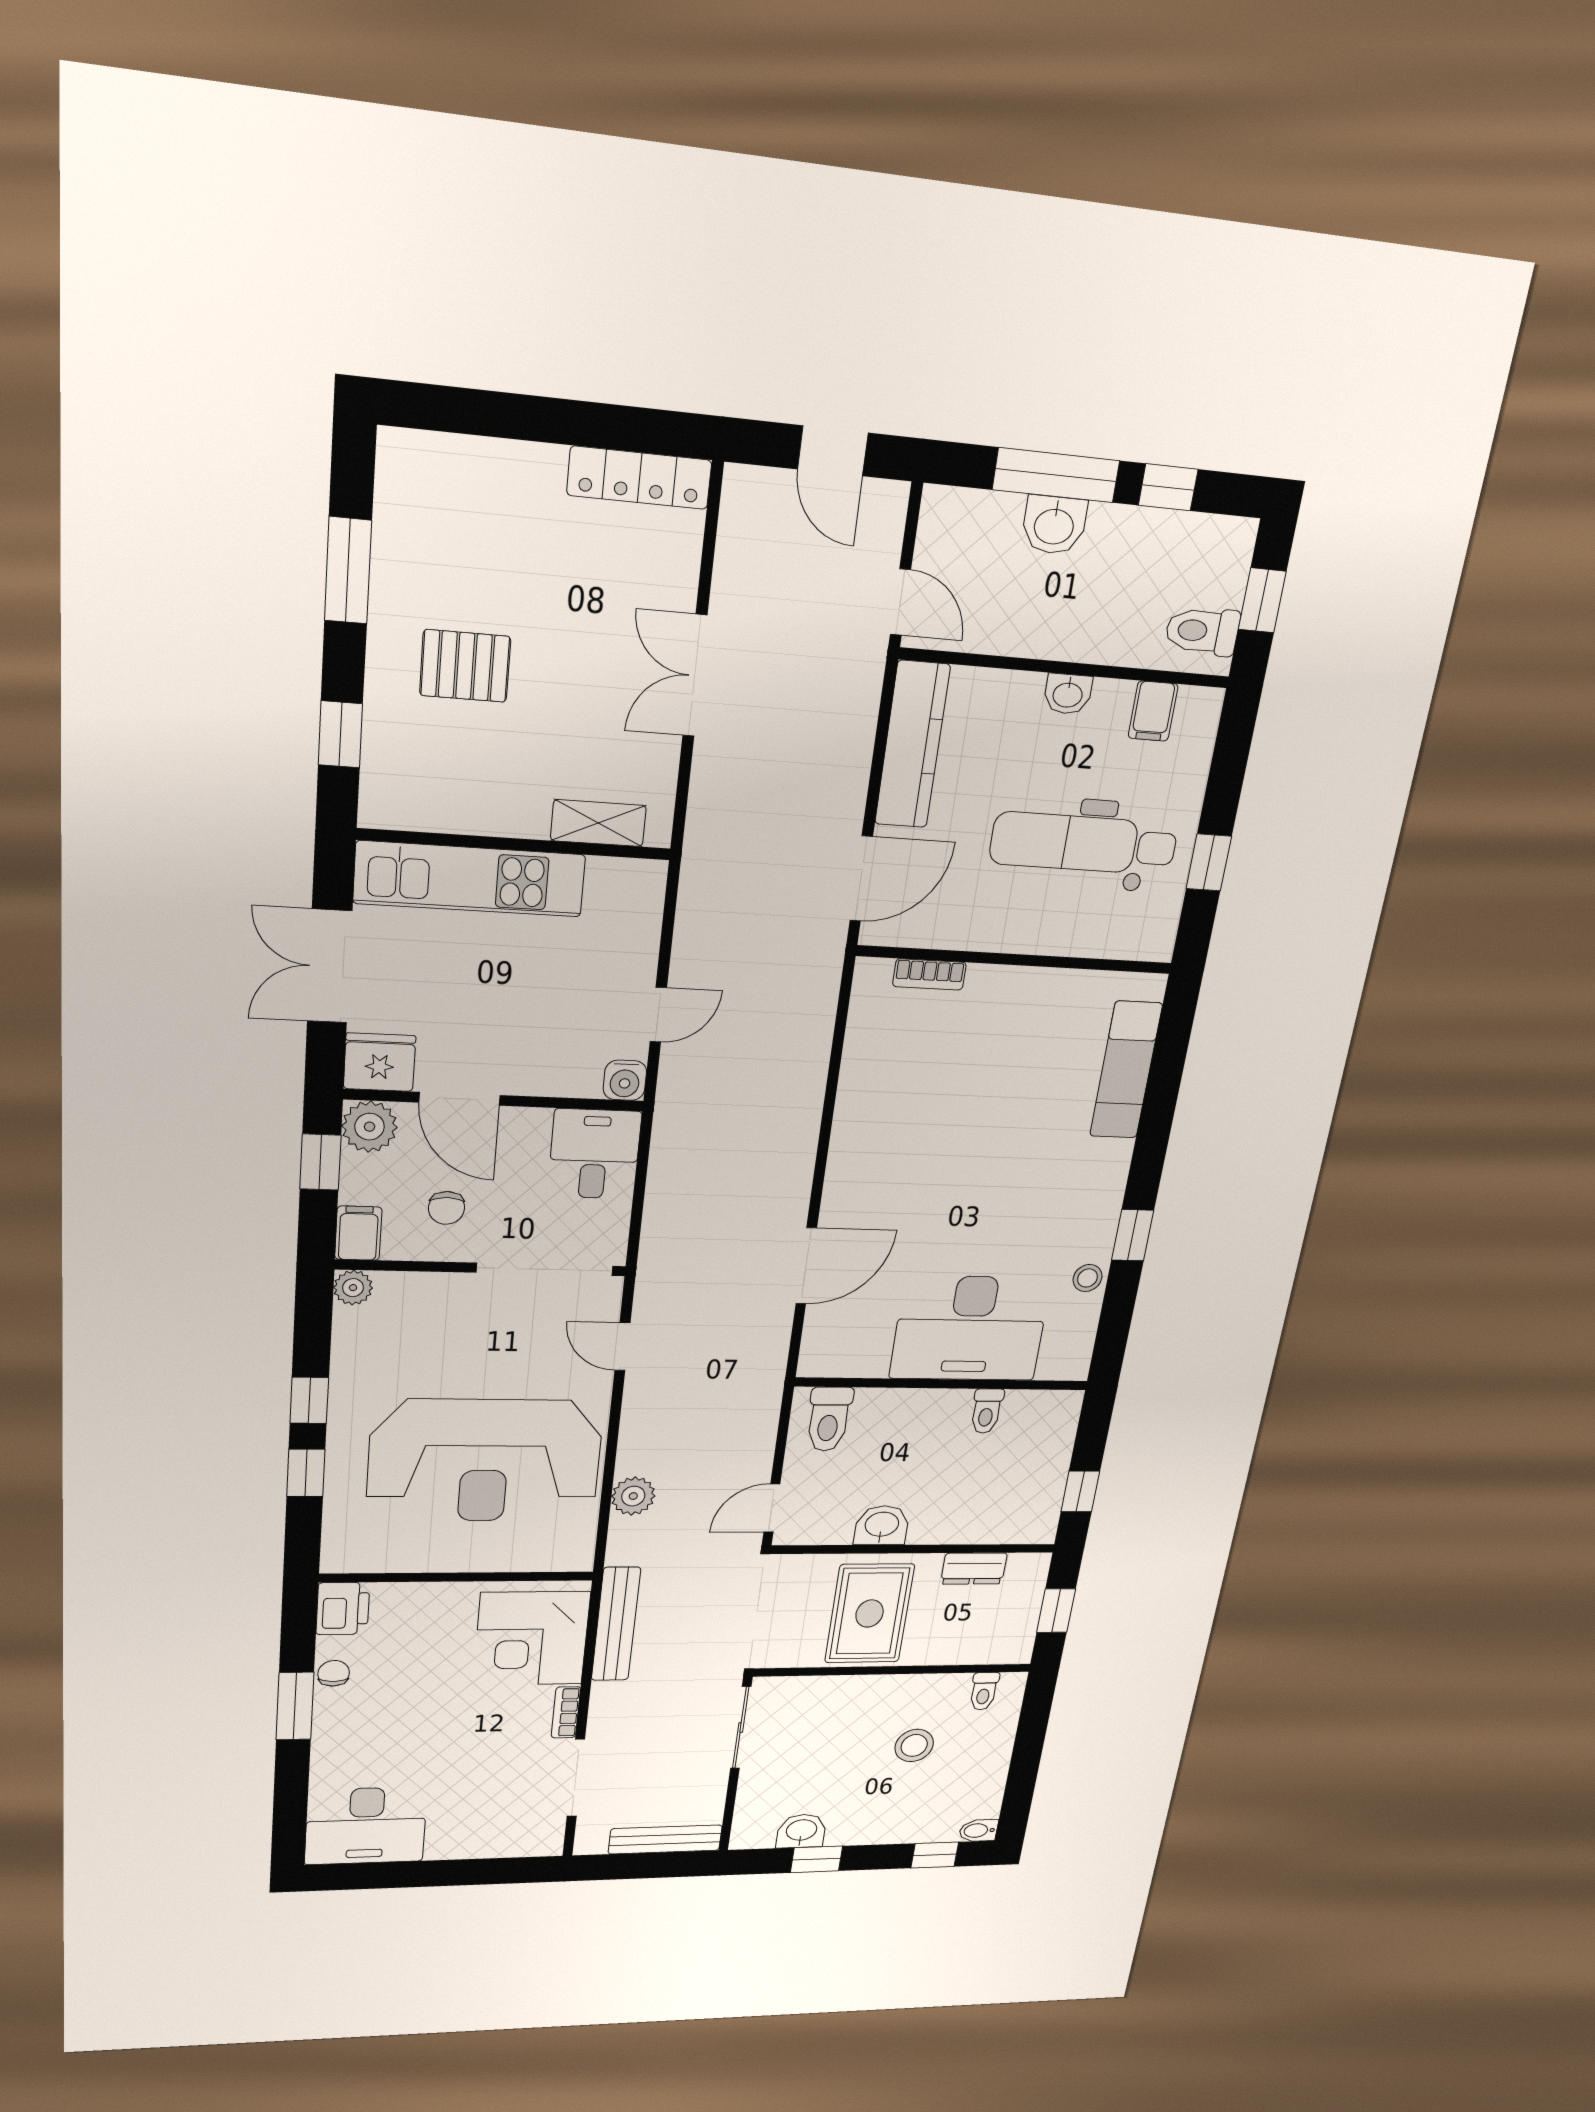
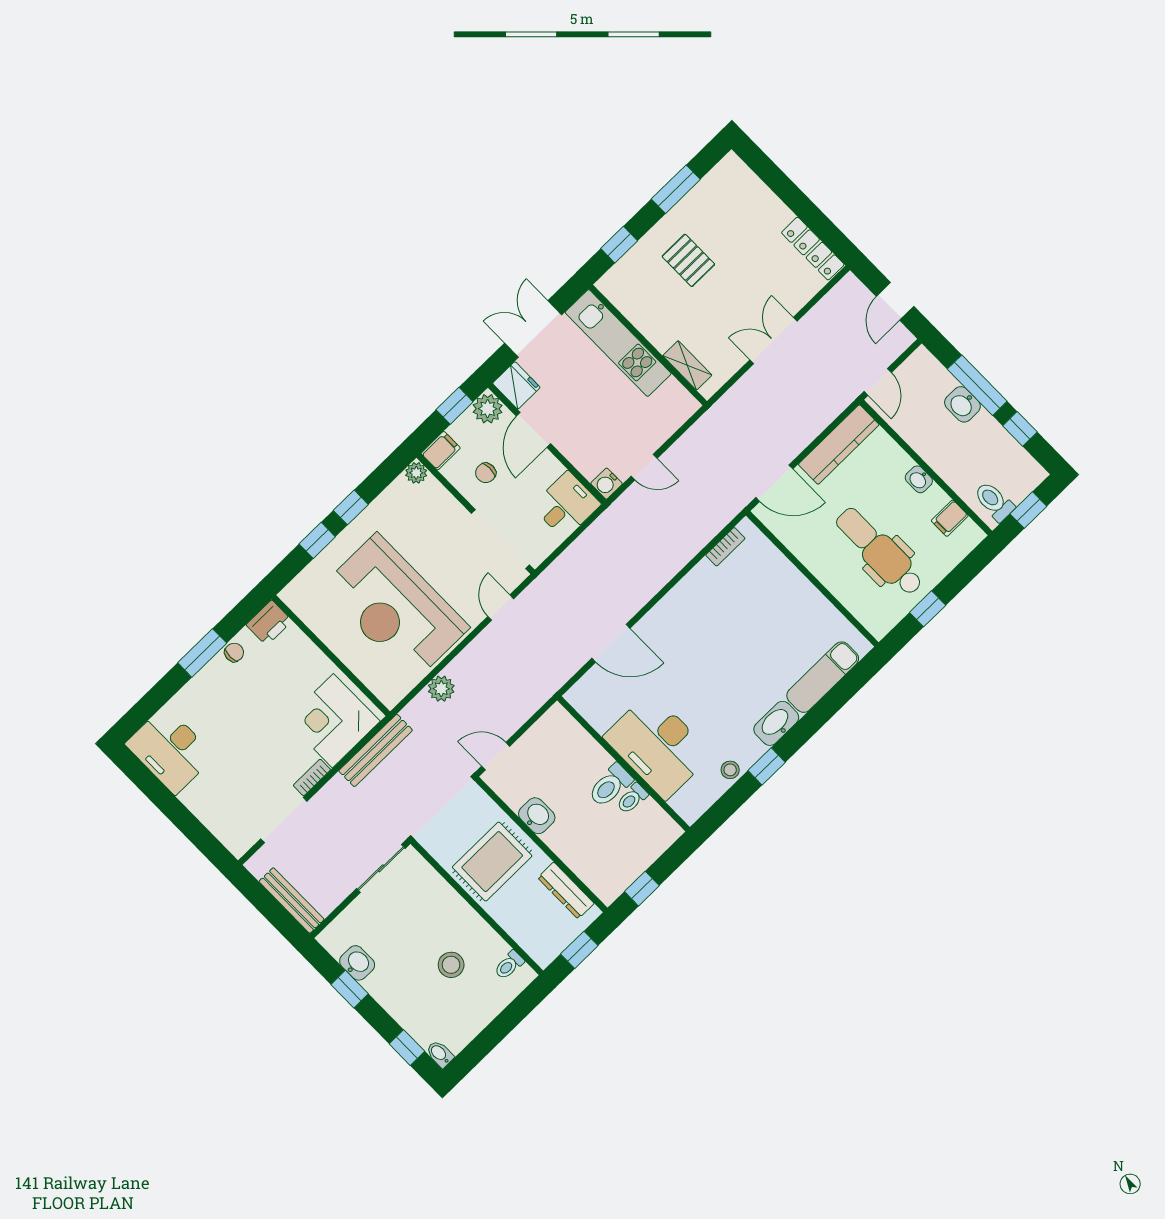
bookcase: (929, 974) -> (725, 547), moved, turned -90
washbasin: (1106, 1176) -> (776, 723), added
toilet: (829, 1419) -> (610, 786), moved
dresser: (974, 1569) -> (566, 891), width x1.44

